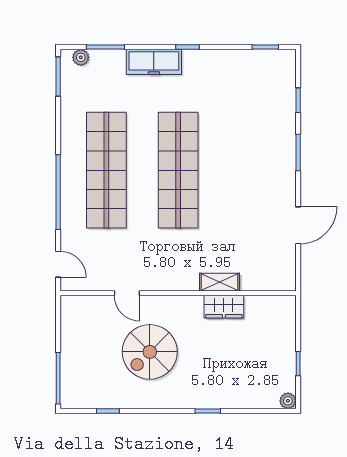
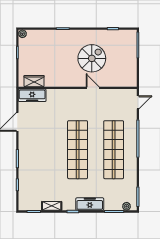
door: (58, 264) -> (138, 102), swing flipped
freezer: (269, 278) -> (32, 95), added
shelving: (220, 282) -> (52, 206), moved
door: (127, 293) -> (93, 88), moved
wardrobe: (224, 307) -> (34, 81), moved

